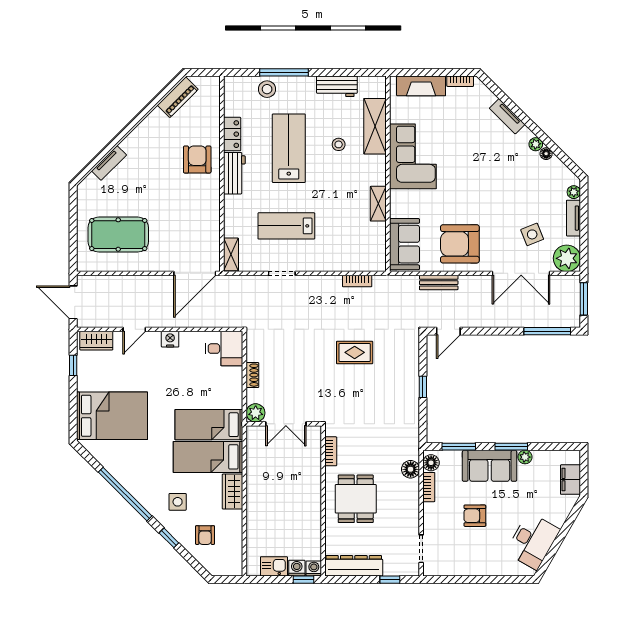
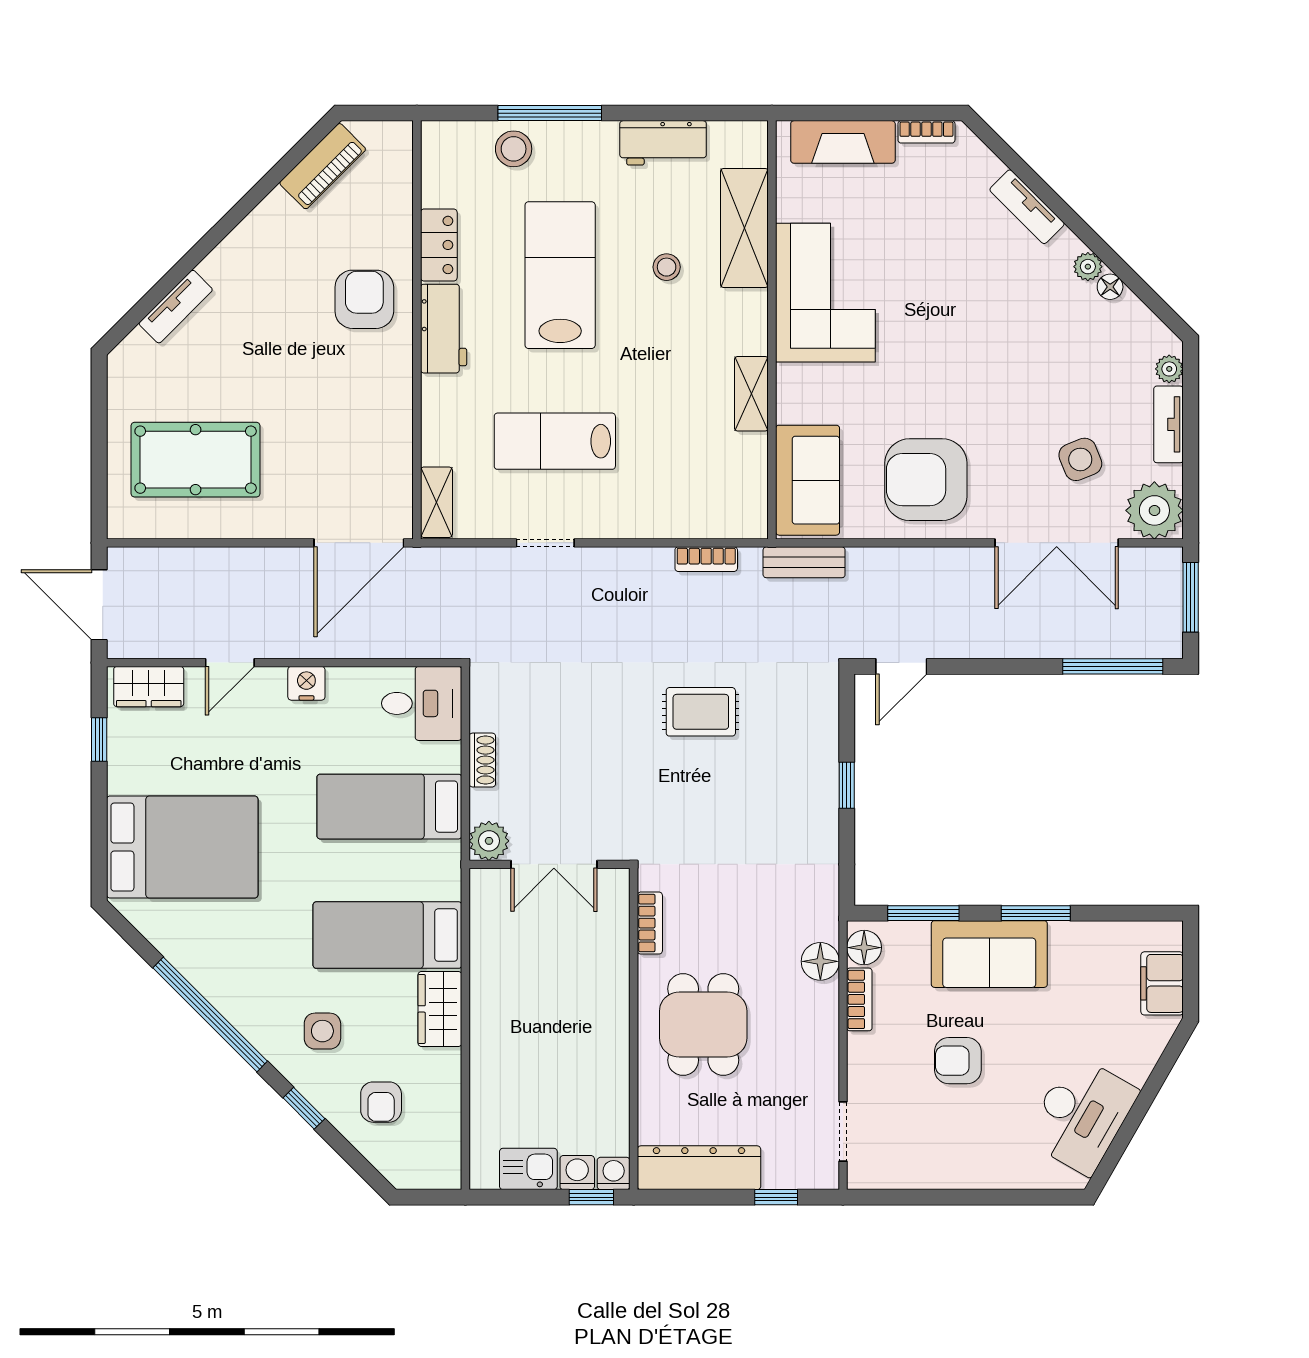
bench: (439, 283) -> (804, 562), moved
bed: (209, 425) -> (389, 807), moved
plant: (525, 457) -> (1065, 935), removed

